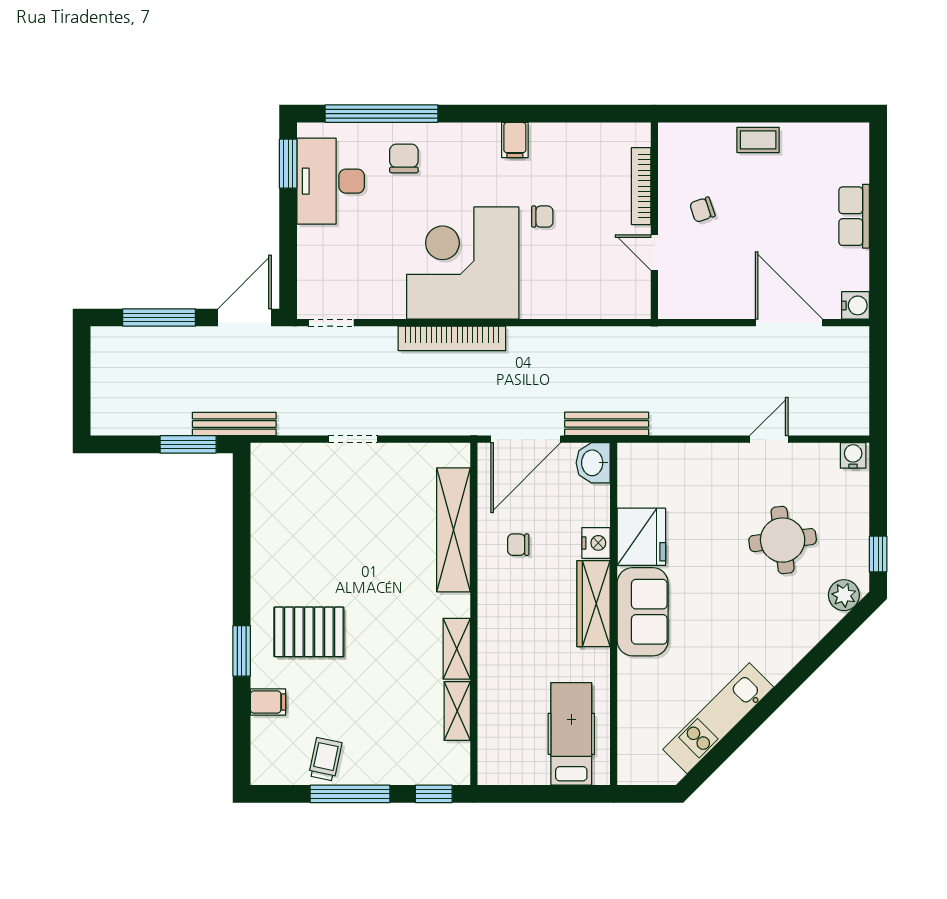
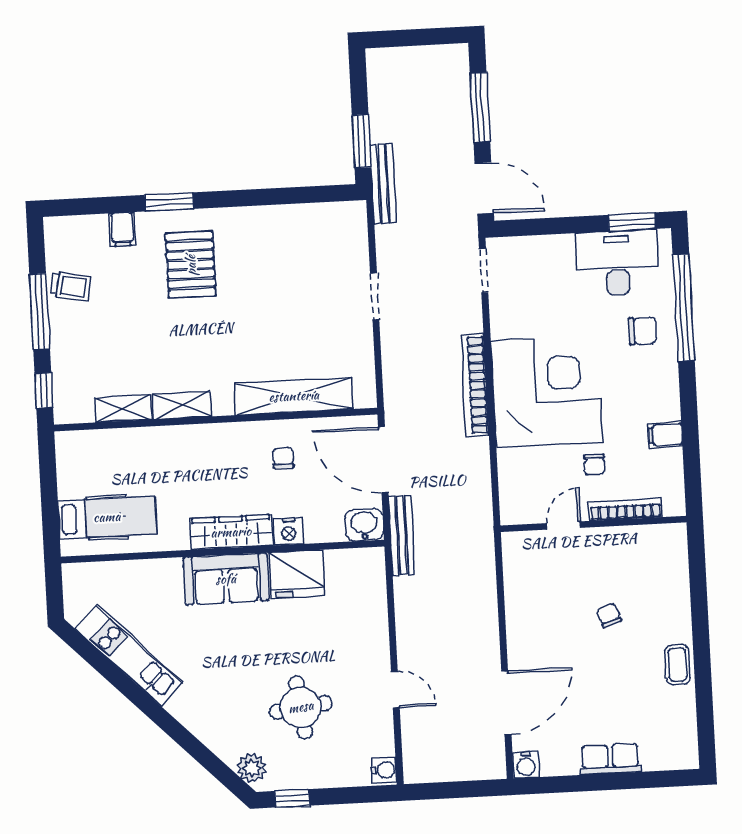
bookcase: (641, 186) -> (626, 510), moved
wall: (654, 221) -> (593, 524), moved
door: (654, 253) -> (563, 525), moved

